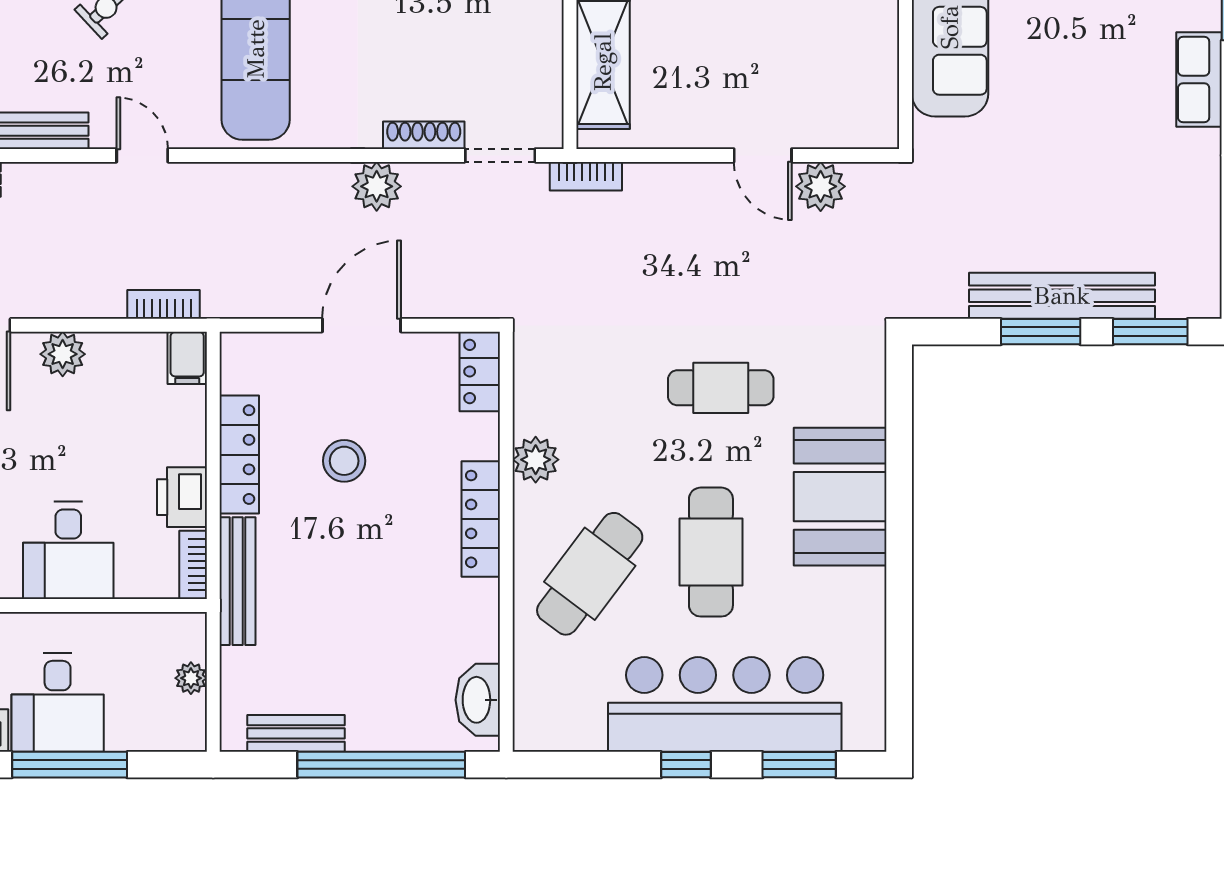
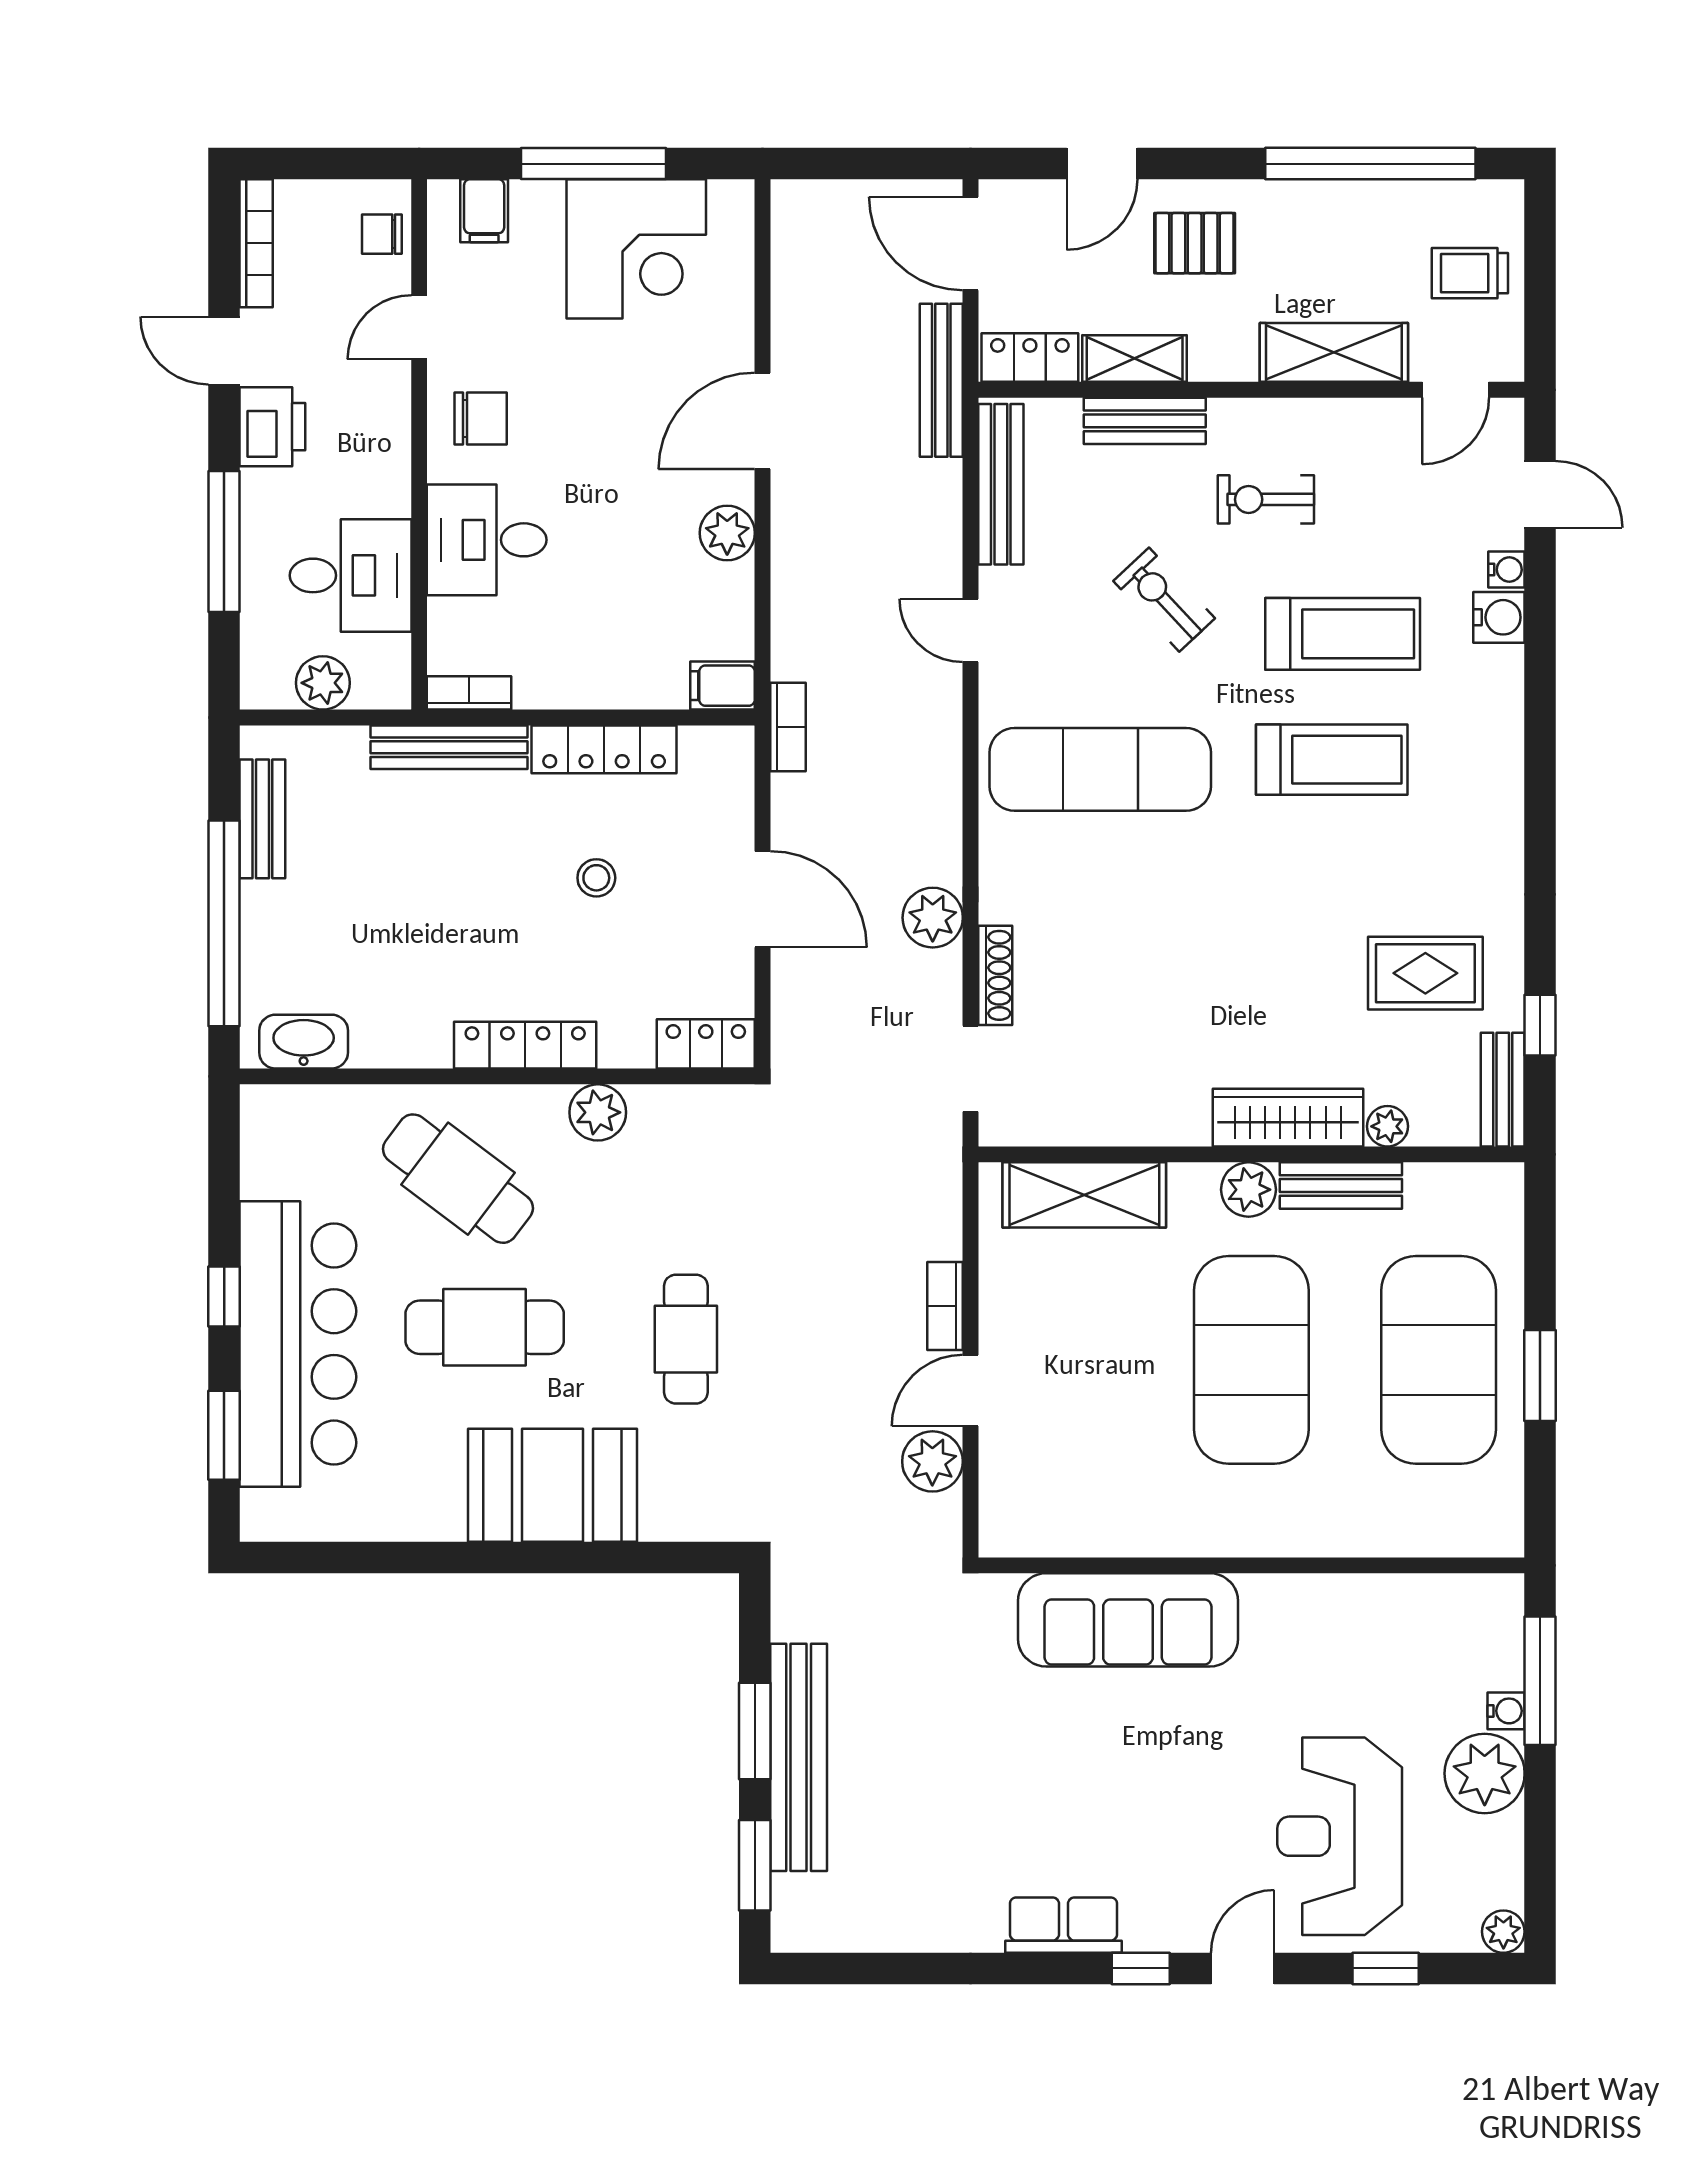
door: (142, 155) -> (971, 631), swing flipped
bookcase: (586, 176) -> (945, 1306), moved
bookcase: (164, 304) -> (788, 727), moved
stool: (344, 461) -> (596, 878), width x0.73, depth x0.73
printer: (182, 497) -> (552, 679), removed
plant: (191, 678) -> (323, 683), width x1.38, depth x1.38
desk: (58, 702) -> (351, 575), moved, turned 180

